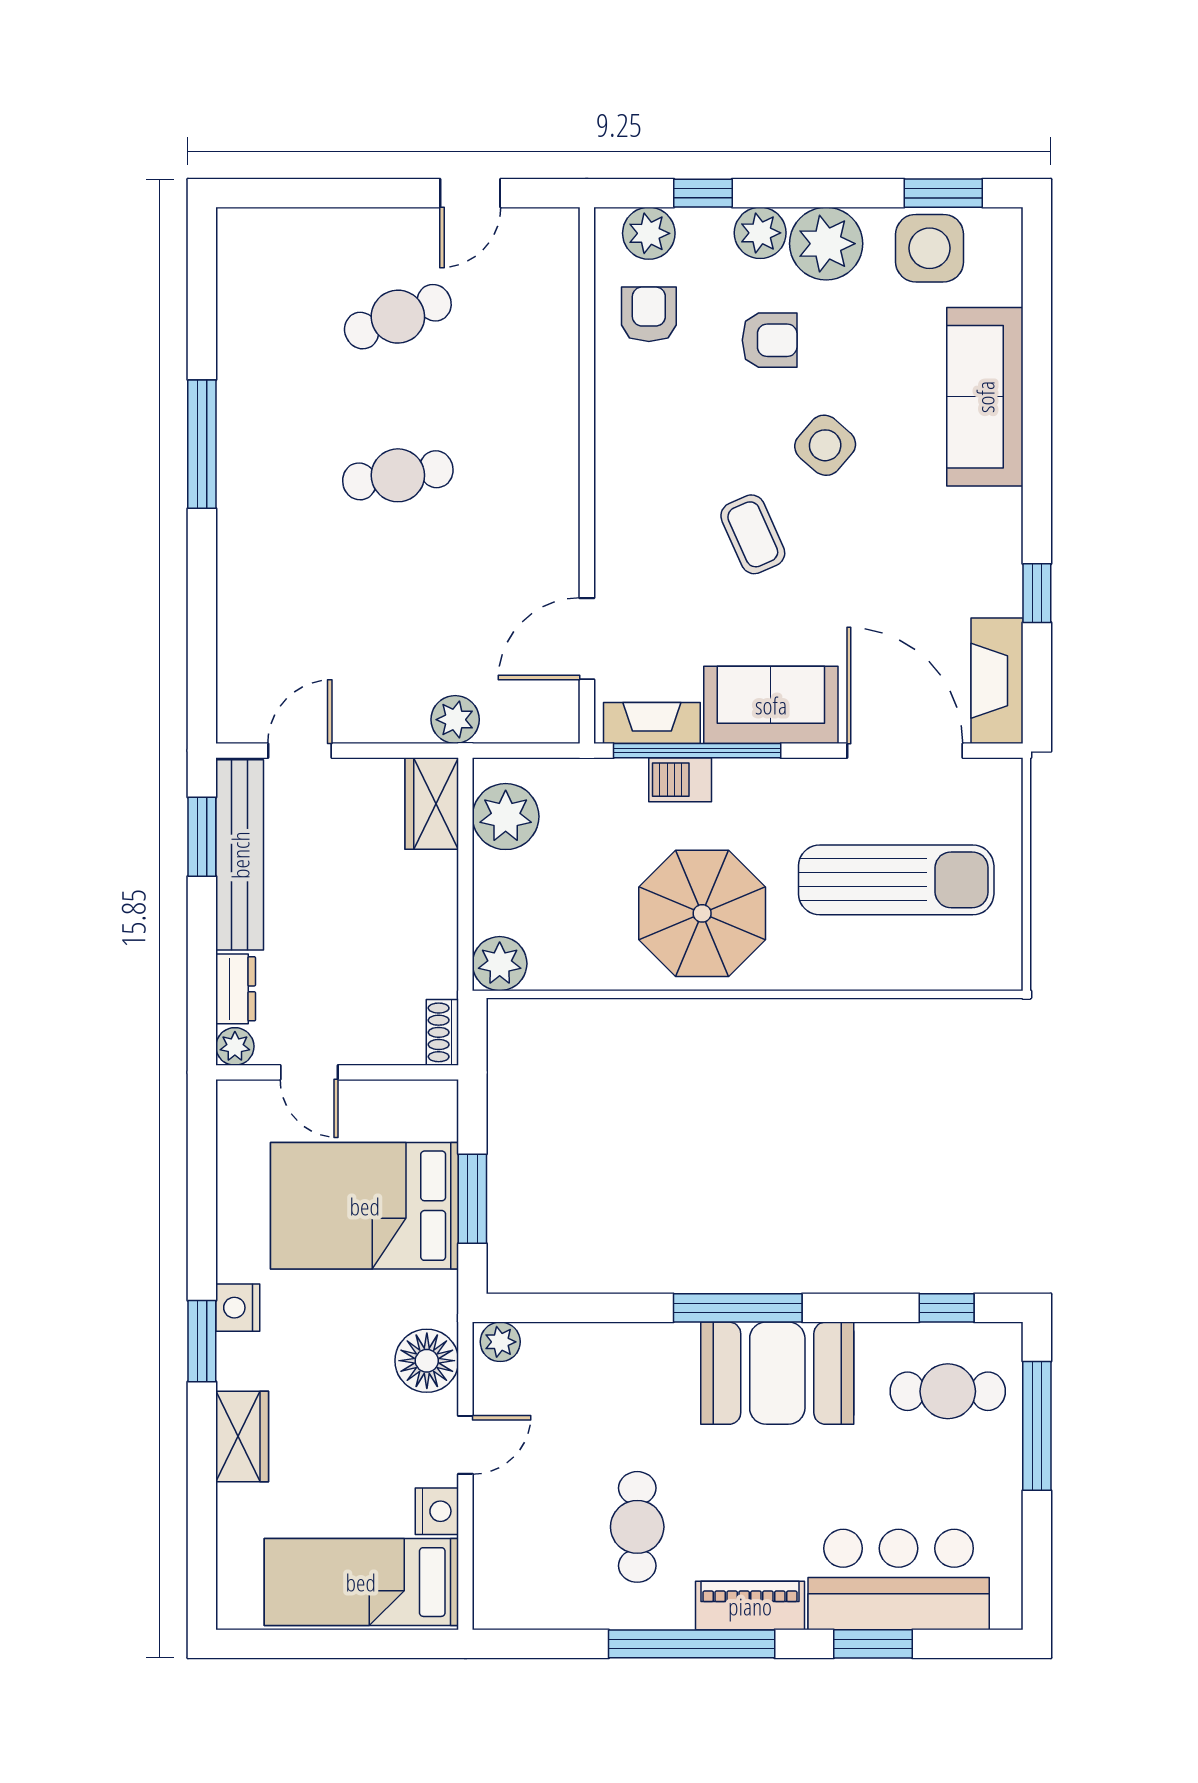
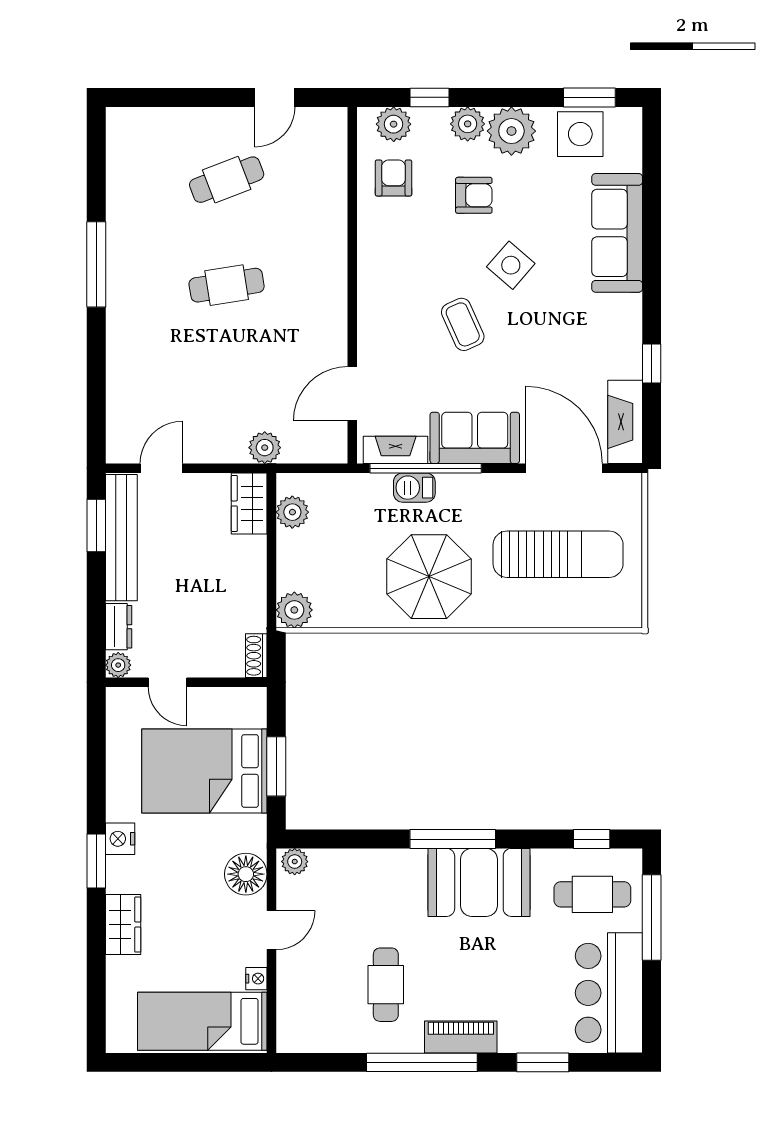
plant: (506, 817) -> (292, 512), width x0.73, depth x0.73
nightstand: (437, 1511) -> (256, 979), width x0.72, depth x0.74
bar counter: (899, 1579) -> (609, 993), moved, turned -90

